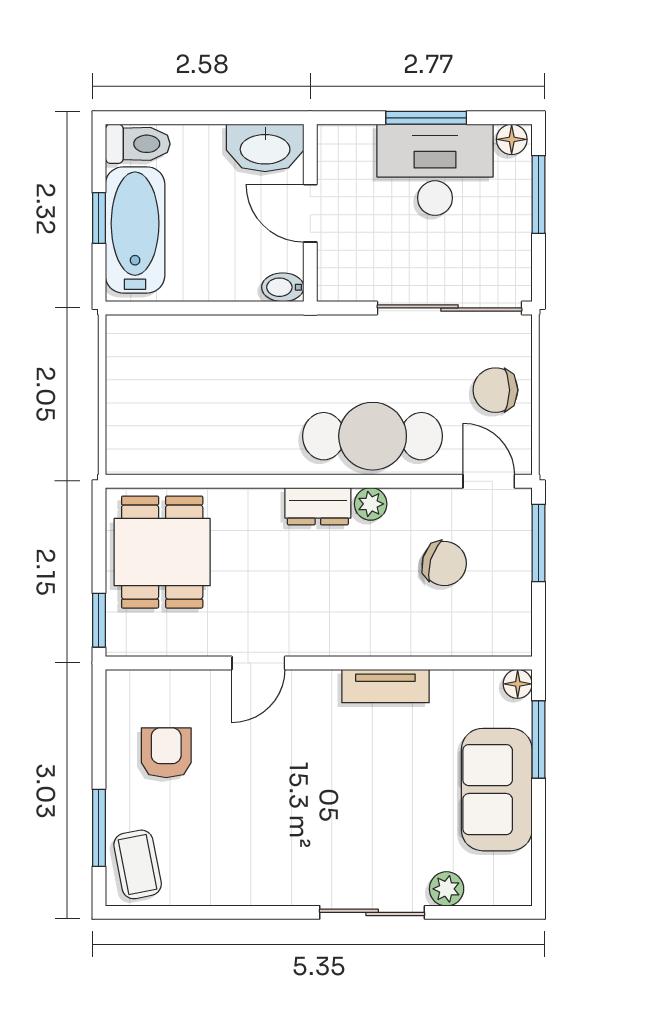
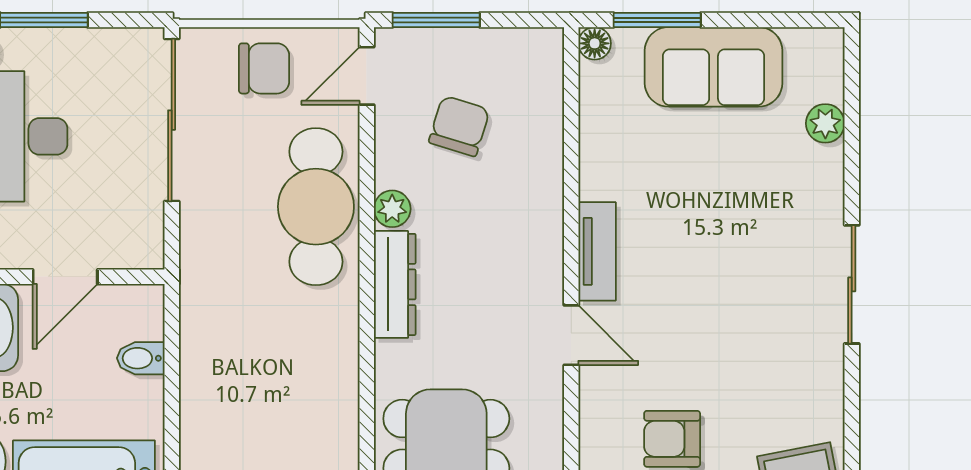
bidet: (283, 287) -> (141, 358), moved, turned 90
chair: (495, 390) -> (264, 68), turned -90
dresser: (318, 506) -> (395, 284), width x1.44
tv unit: (385, 686) -> (597, 251), moved
sliding door: (372, 912) -> (852, 284), moved

